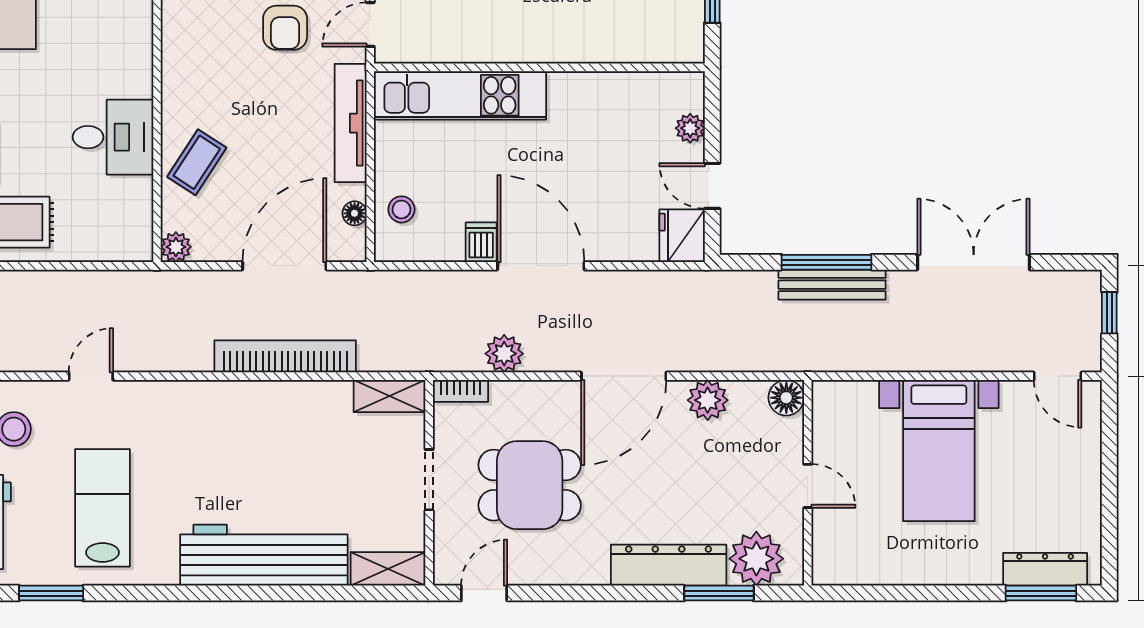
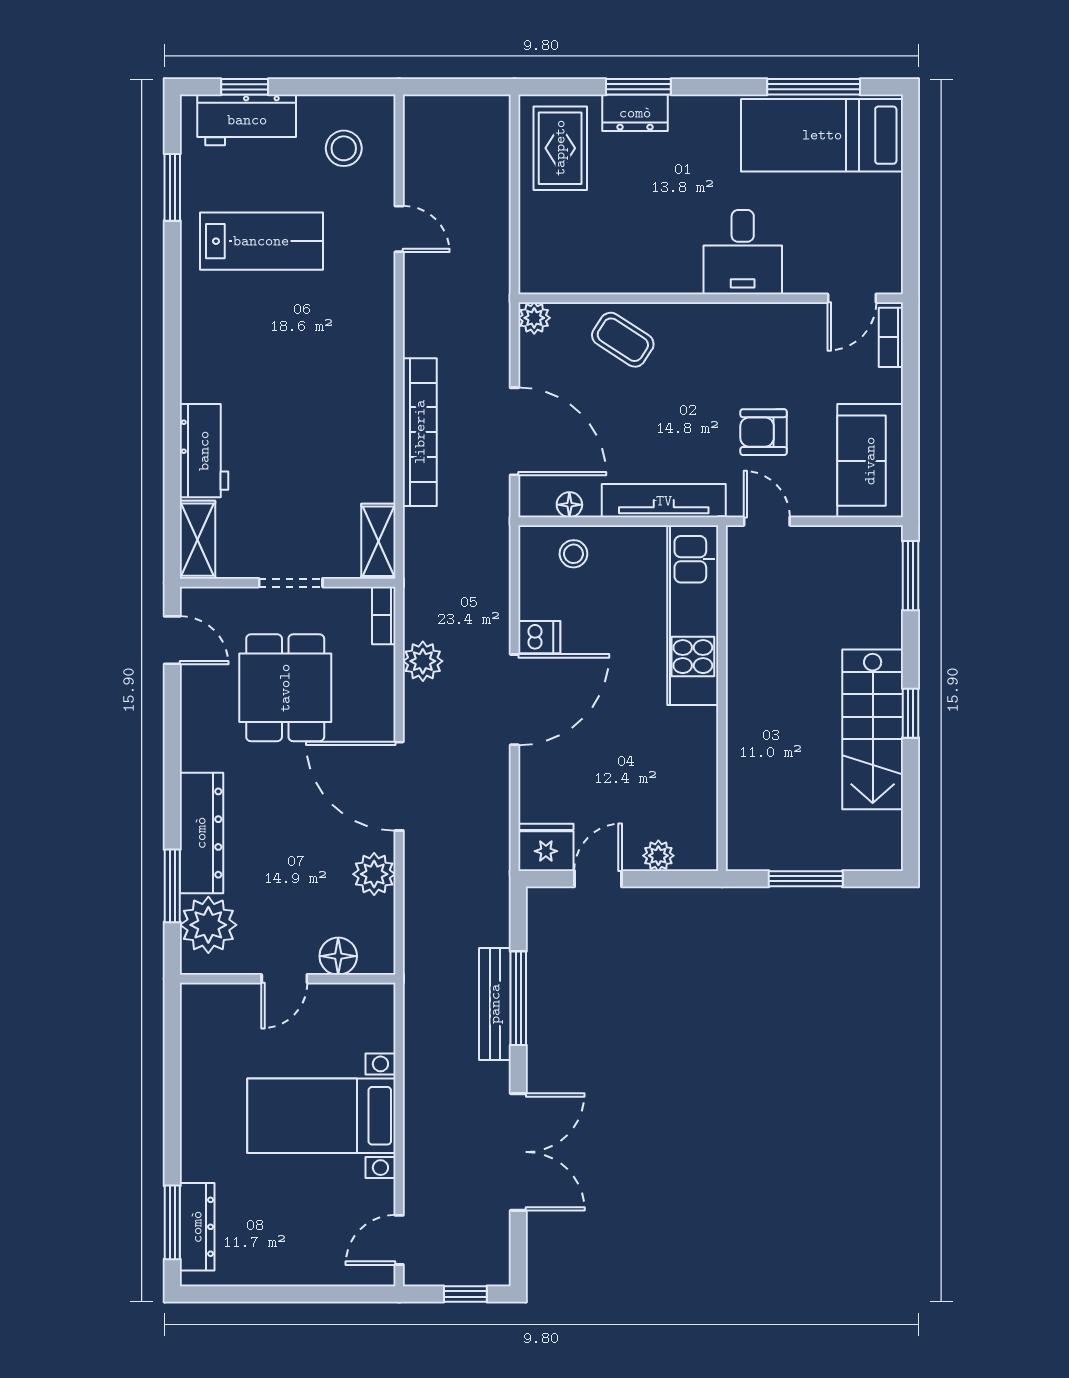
desk: (113, 137) -> (743, 252), moved
floor lamp: (786, 398) -> (338, 956), moved
workbench: (264, 555) -> (204, 451), width x0.53, depth x0.76

